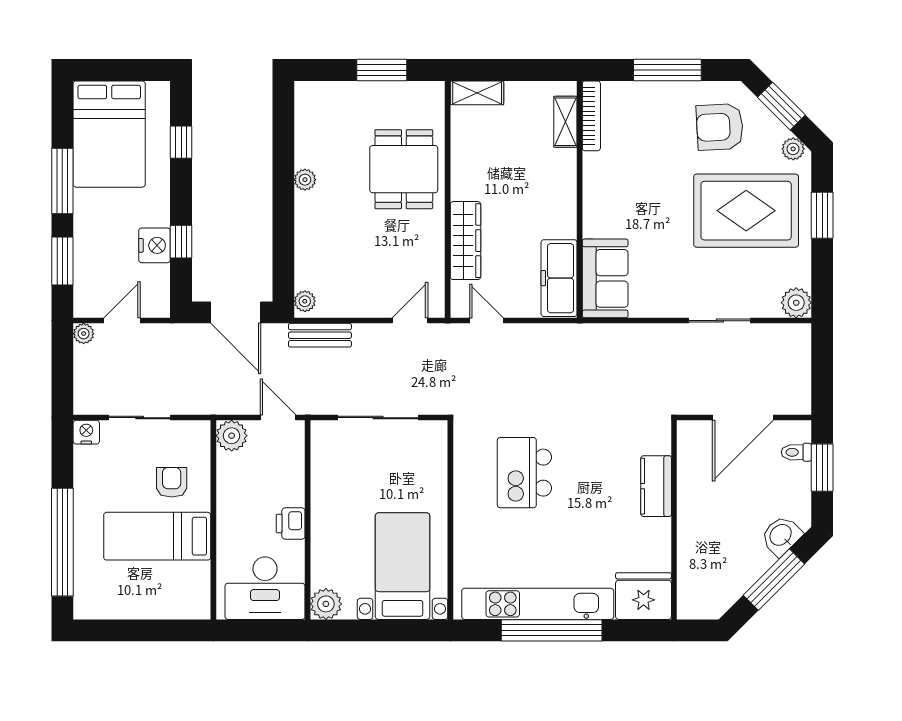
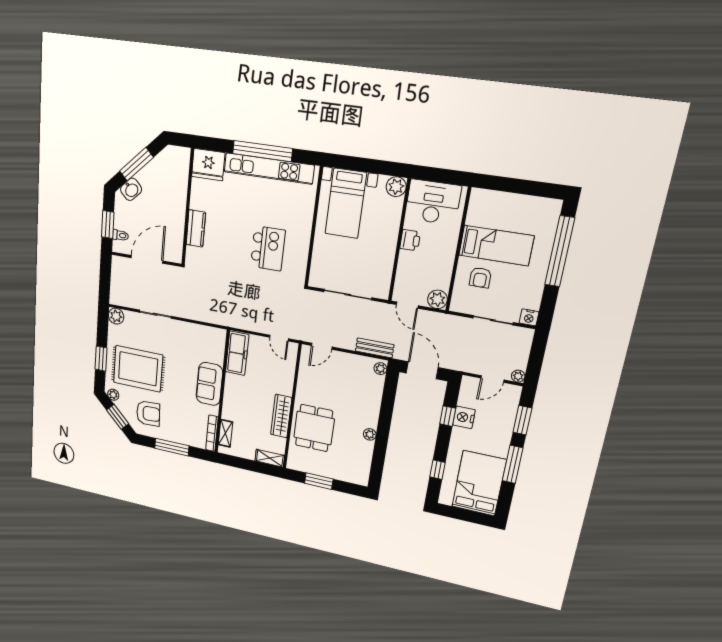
wardrobe: (466, 241) -> (281, 416), moved
sofa: (605, 278) -> (209, 384), moved

